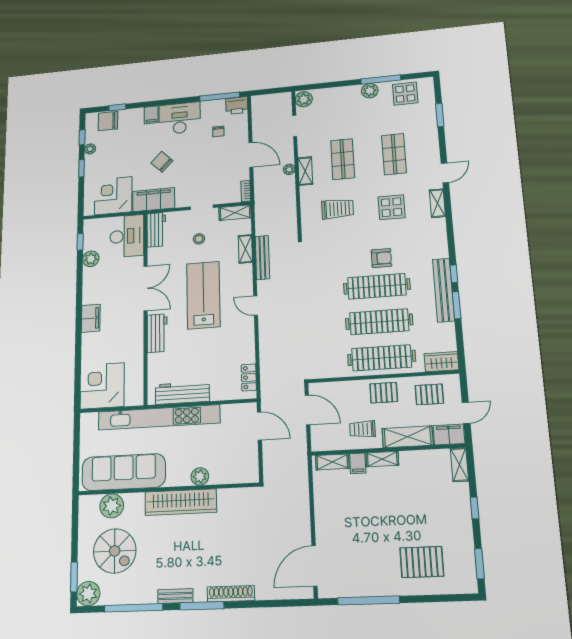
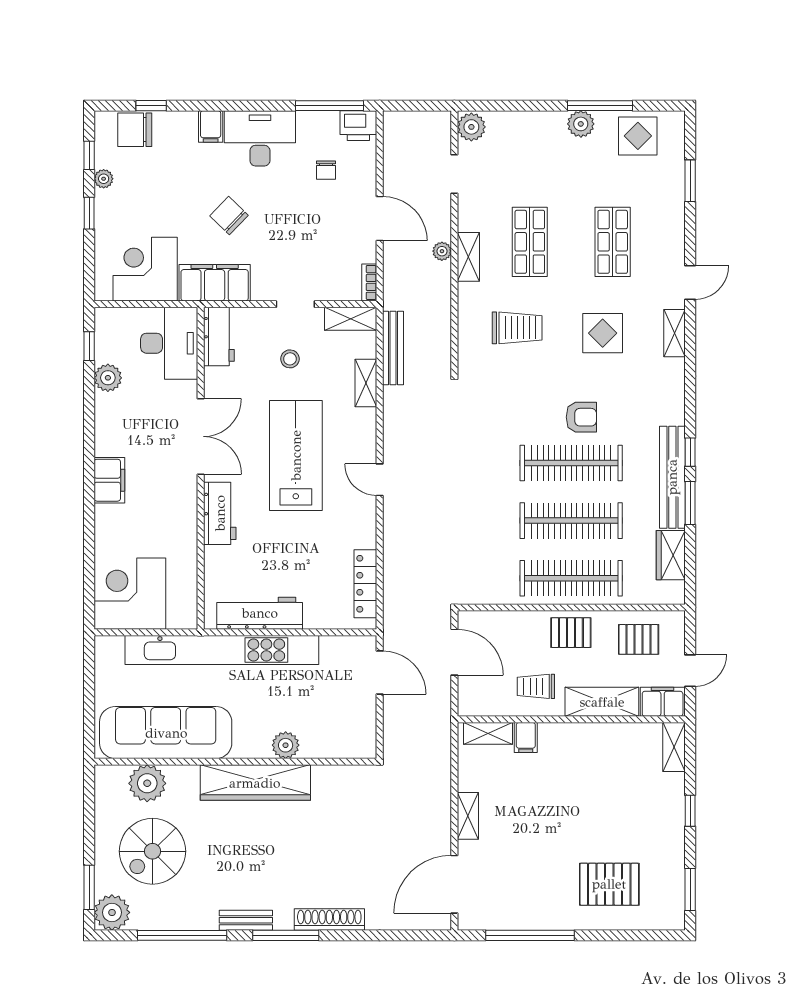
bench: (262, 258) -> (393, 348), moved
wardrobe: (441, 362) -> (671, 555), moved, turned -90
locker: (249, 377) -> (365, 584), width x1.53
shelving: (382, 459) -> (468, 816), moved, turned 90
spiral stairs: (115, 551) -> (152, 851), turned 90

